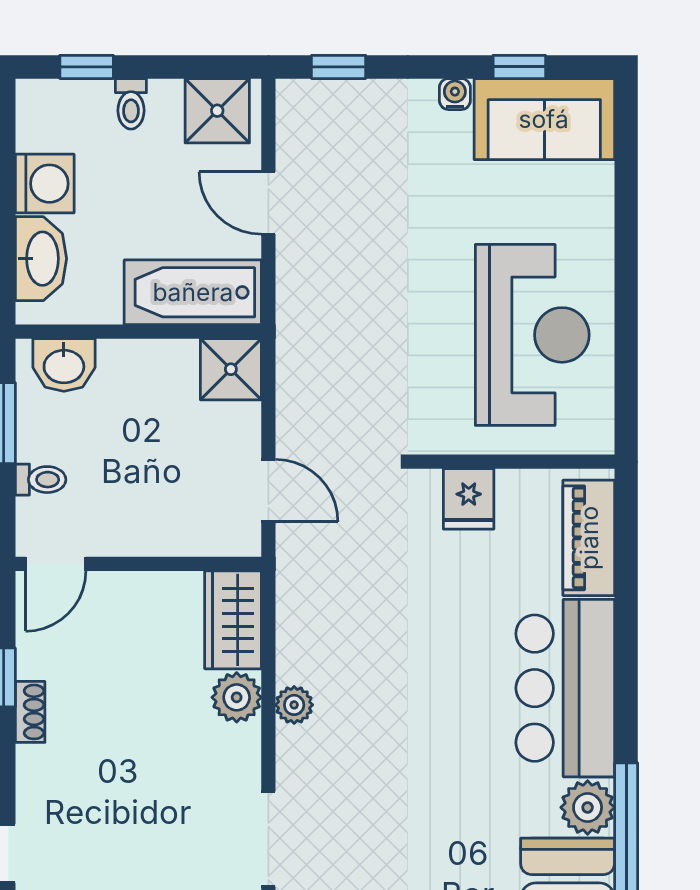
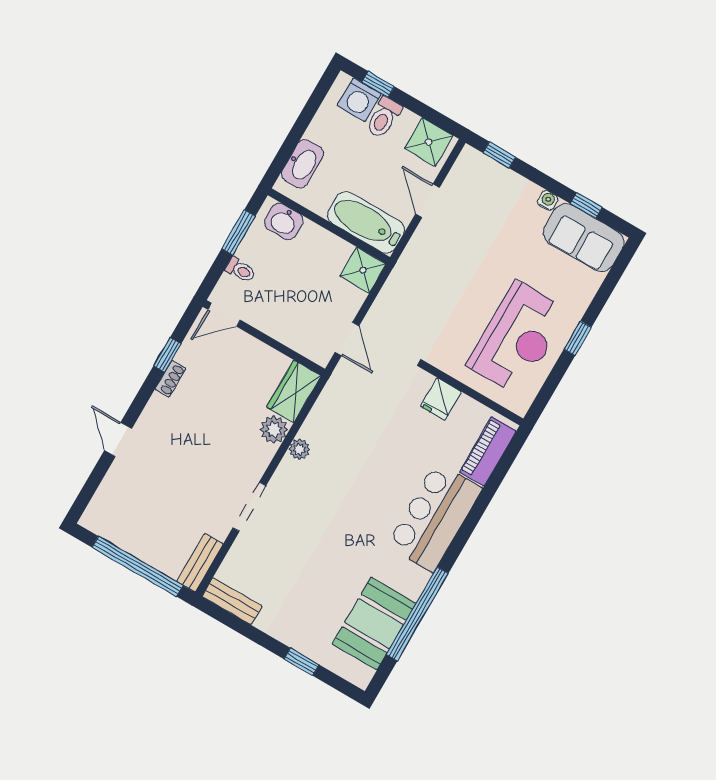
toilet: (131, 104) -> (384, 118), width x1.37, depth x1.39
washing machine: (45, 184) -> (359, 100), moved, turned 90
window: (626, 281) -> (578, 338), added
plant: (588, 807) -> (412, 581), removed

